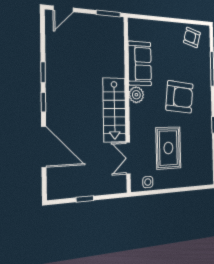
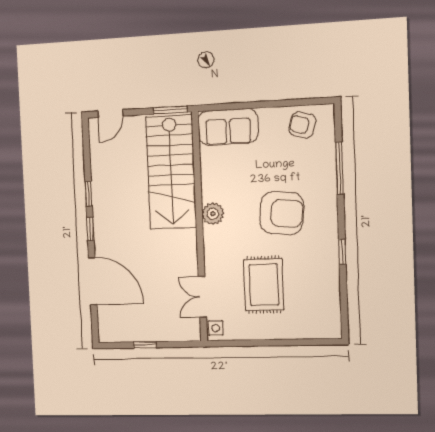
sofa: (140, 64) -> (228, 127), moved, turned 90
stairs: (114, 110) -> (171, 172), moved, width x1.36, depth x1.51
side table: (148, 182) -> (216, 328), moved

